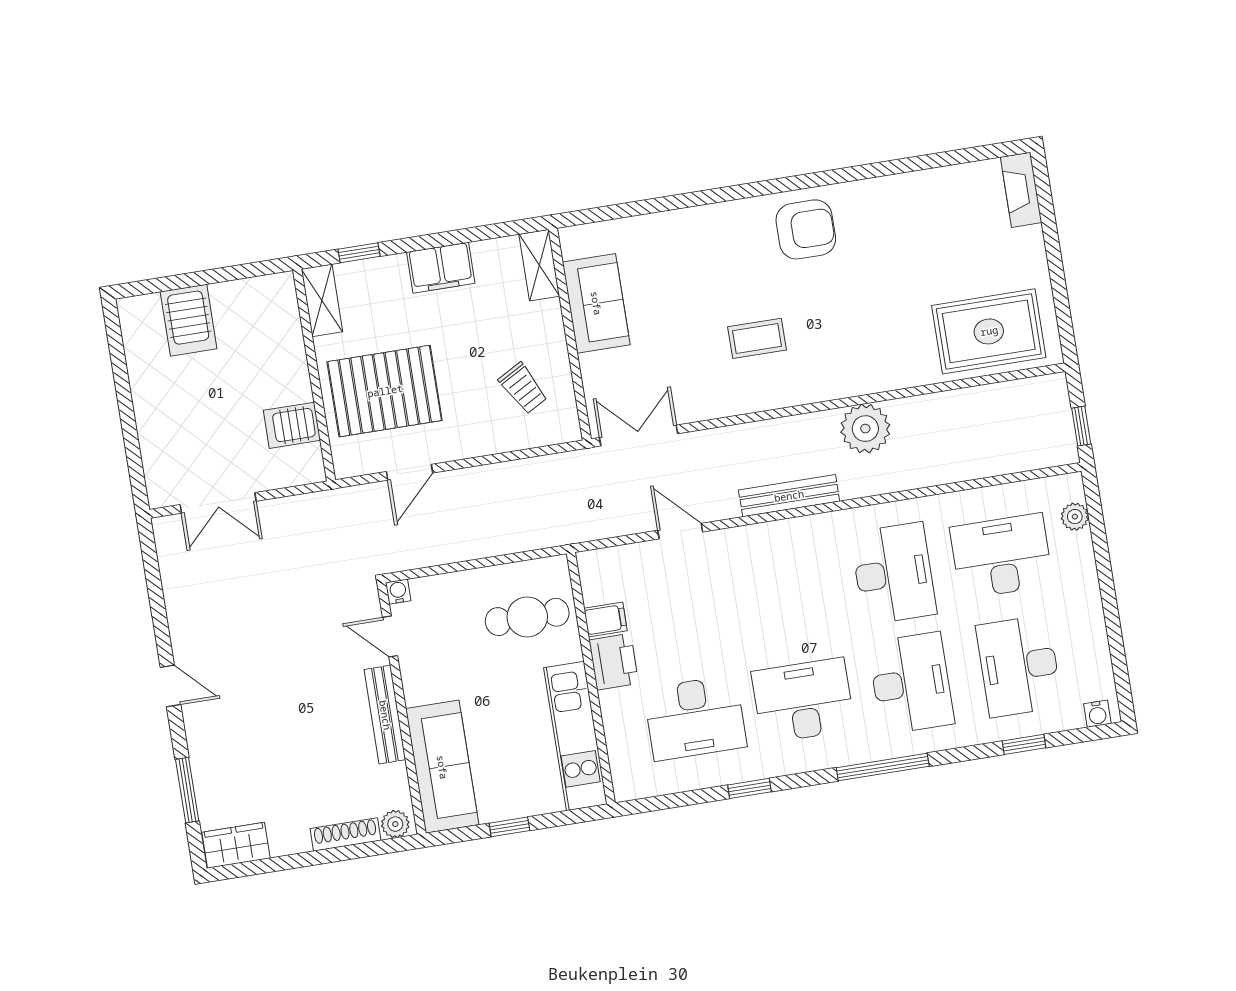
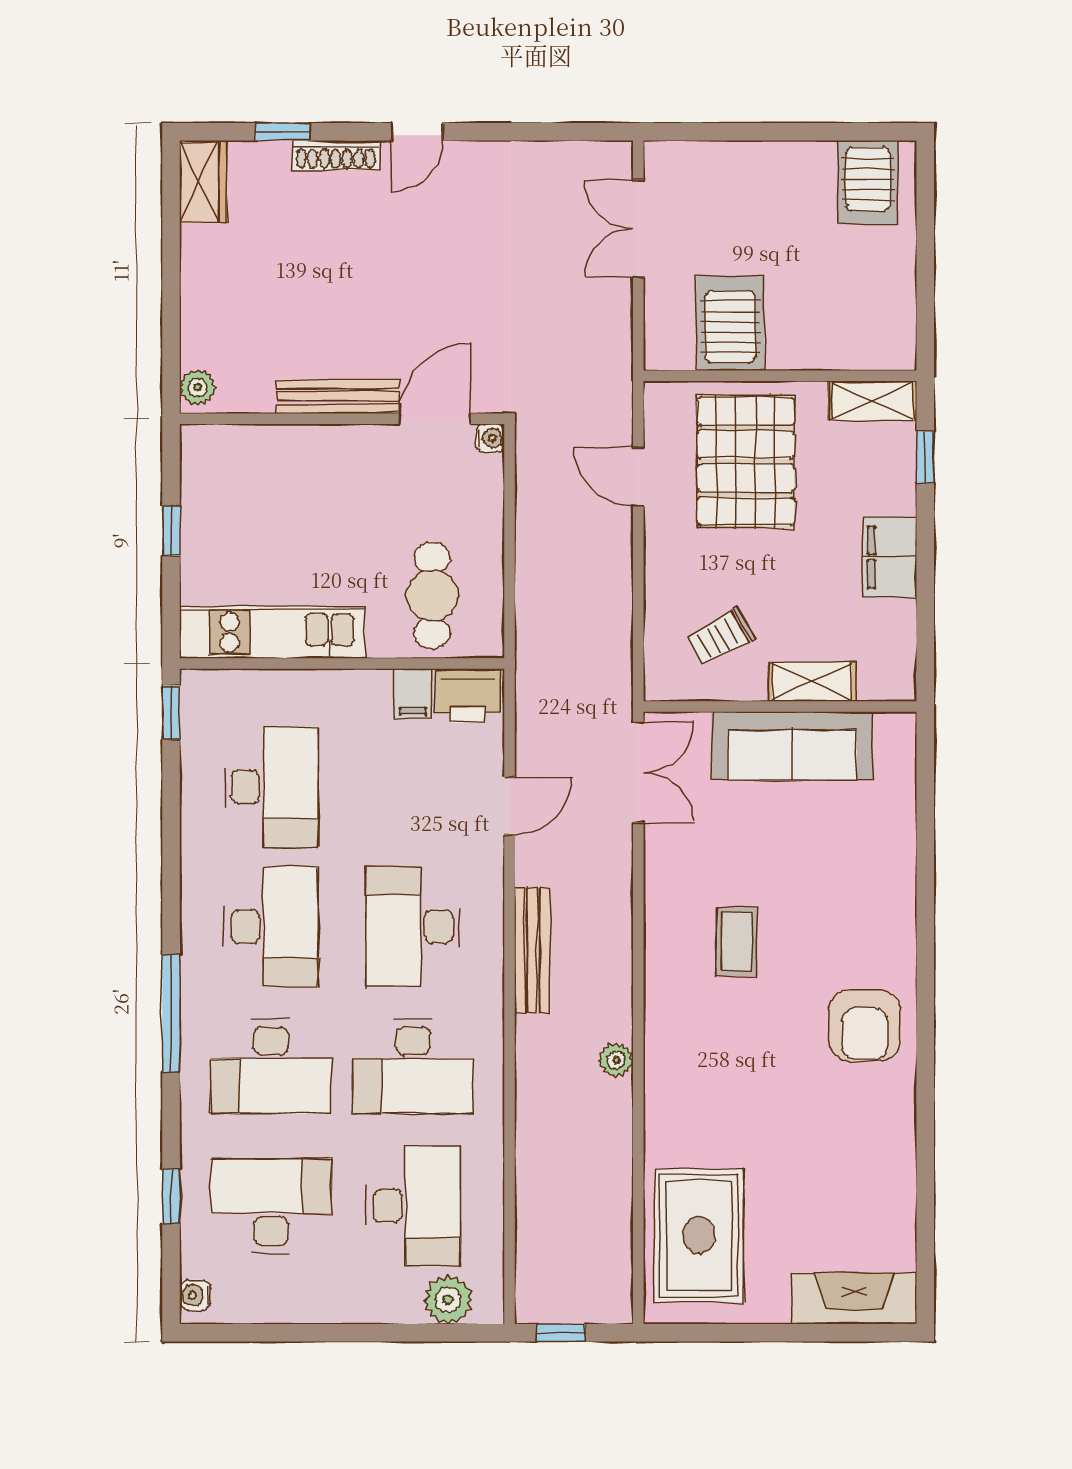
fireplace: (1021, 190) -> (854, 1298), width x1.37, depth x1.32
shelving: (539, 265) -> (812, 682), moved
sofa: (596, 303) -> (792, 746), width x1.36
server rack: (189, 320) -> (868, 182), moved, turned -90
server rack: (292, 425) -> (730, 323), width x1.36, depth x1.44
plant: (865, 429) -> (616, 1060), width x0.53, depth x0.53
plant: (1075, 517) -> (448, 1300), width x1.38, depth x1.38
desk: (785, 591) -> (413, 927), added
door: (390, 636) -> (435, 419), width x1.38
printer: (614, 662) -> (468, 696), moved
desk: (695, 718) -> (271, 787), turned 180
sofa: (442, 767) -> (260, 458), removed
window: (749, 788) -> (171, 712), moved
window: (187, 790) -> (282, 132), width x0.67
shoe rack: (345, 835) -> (336, 155), moved, turned 90

